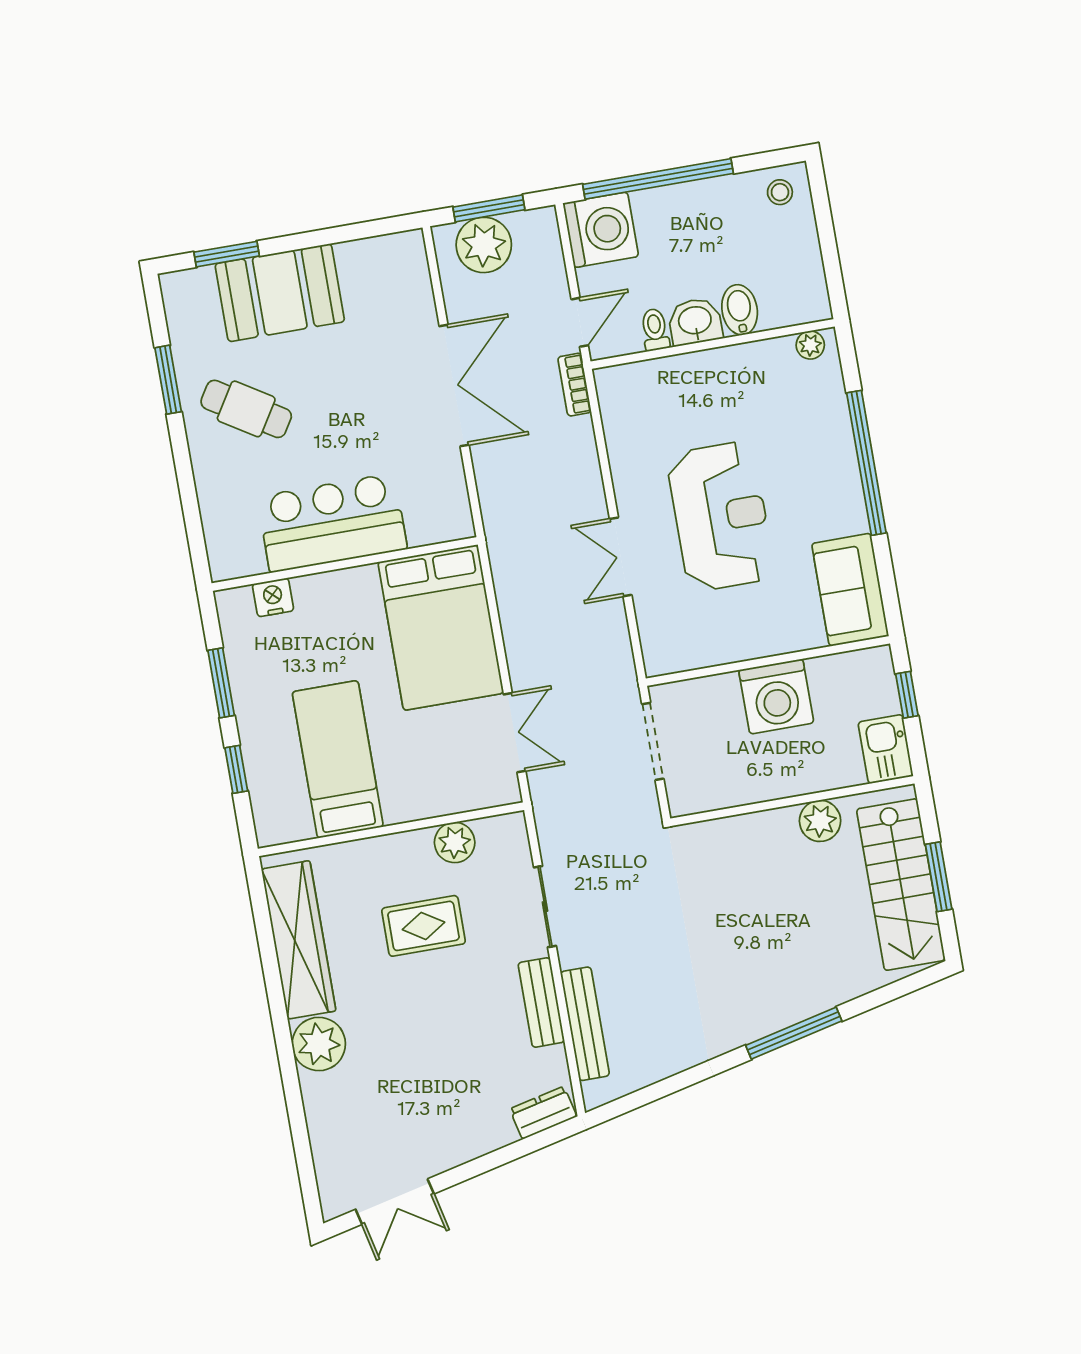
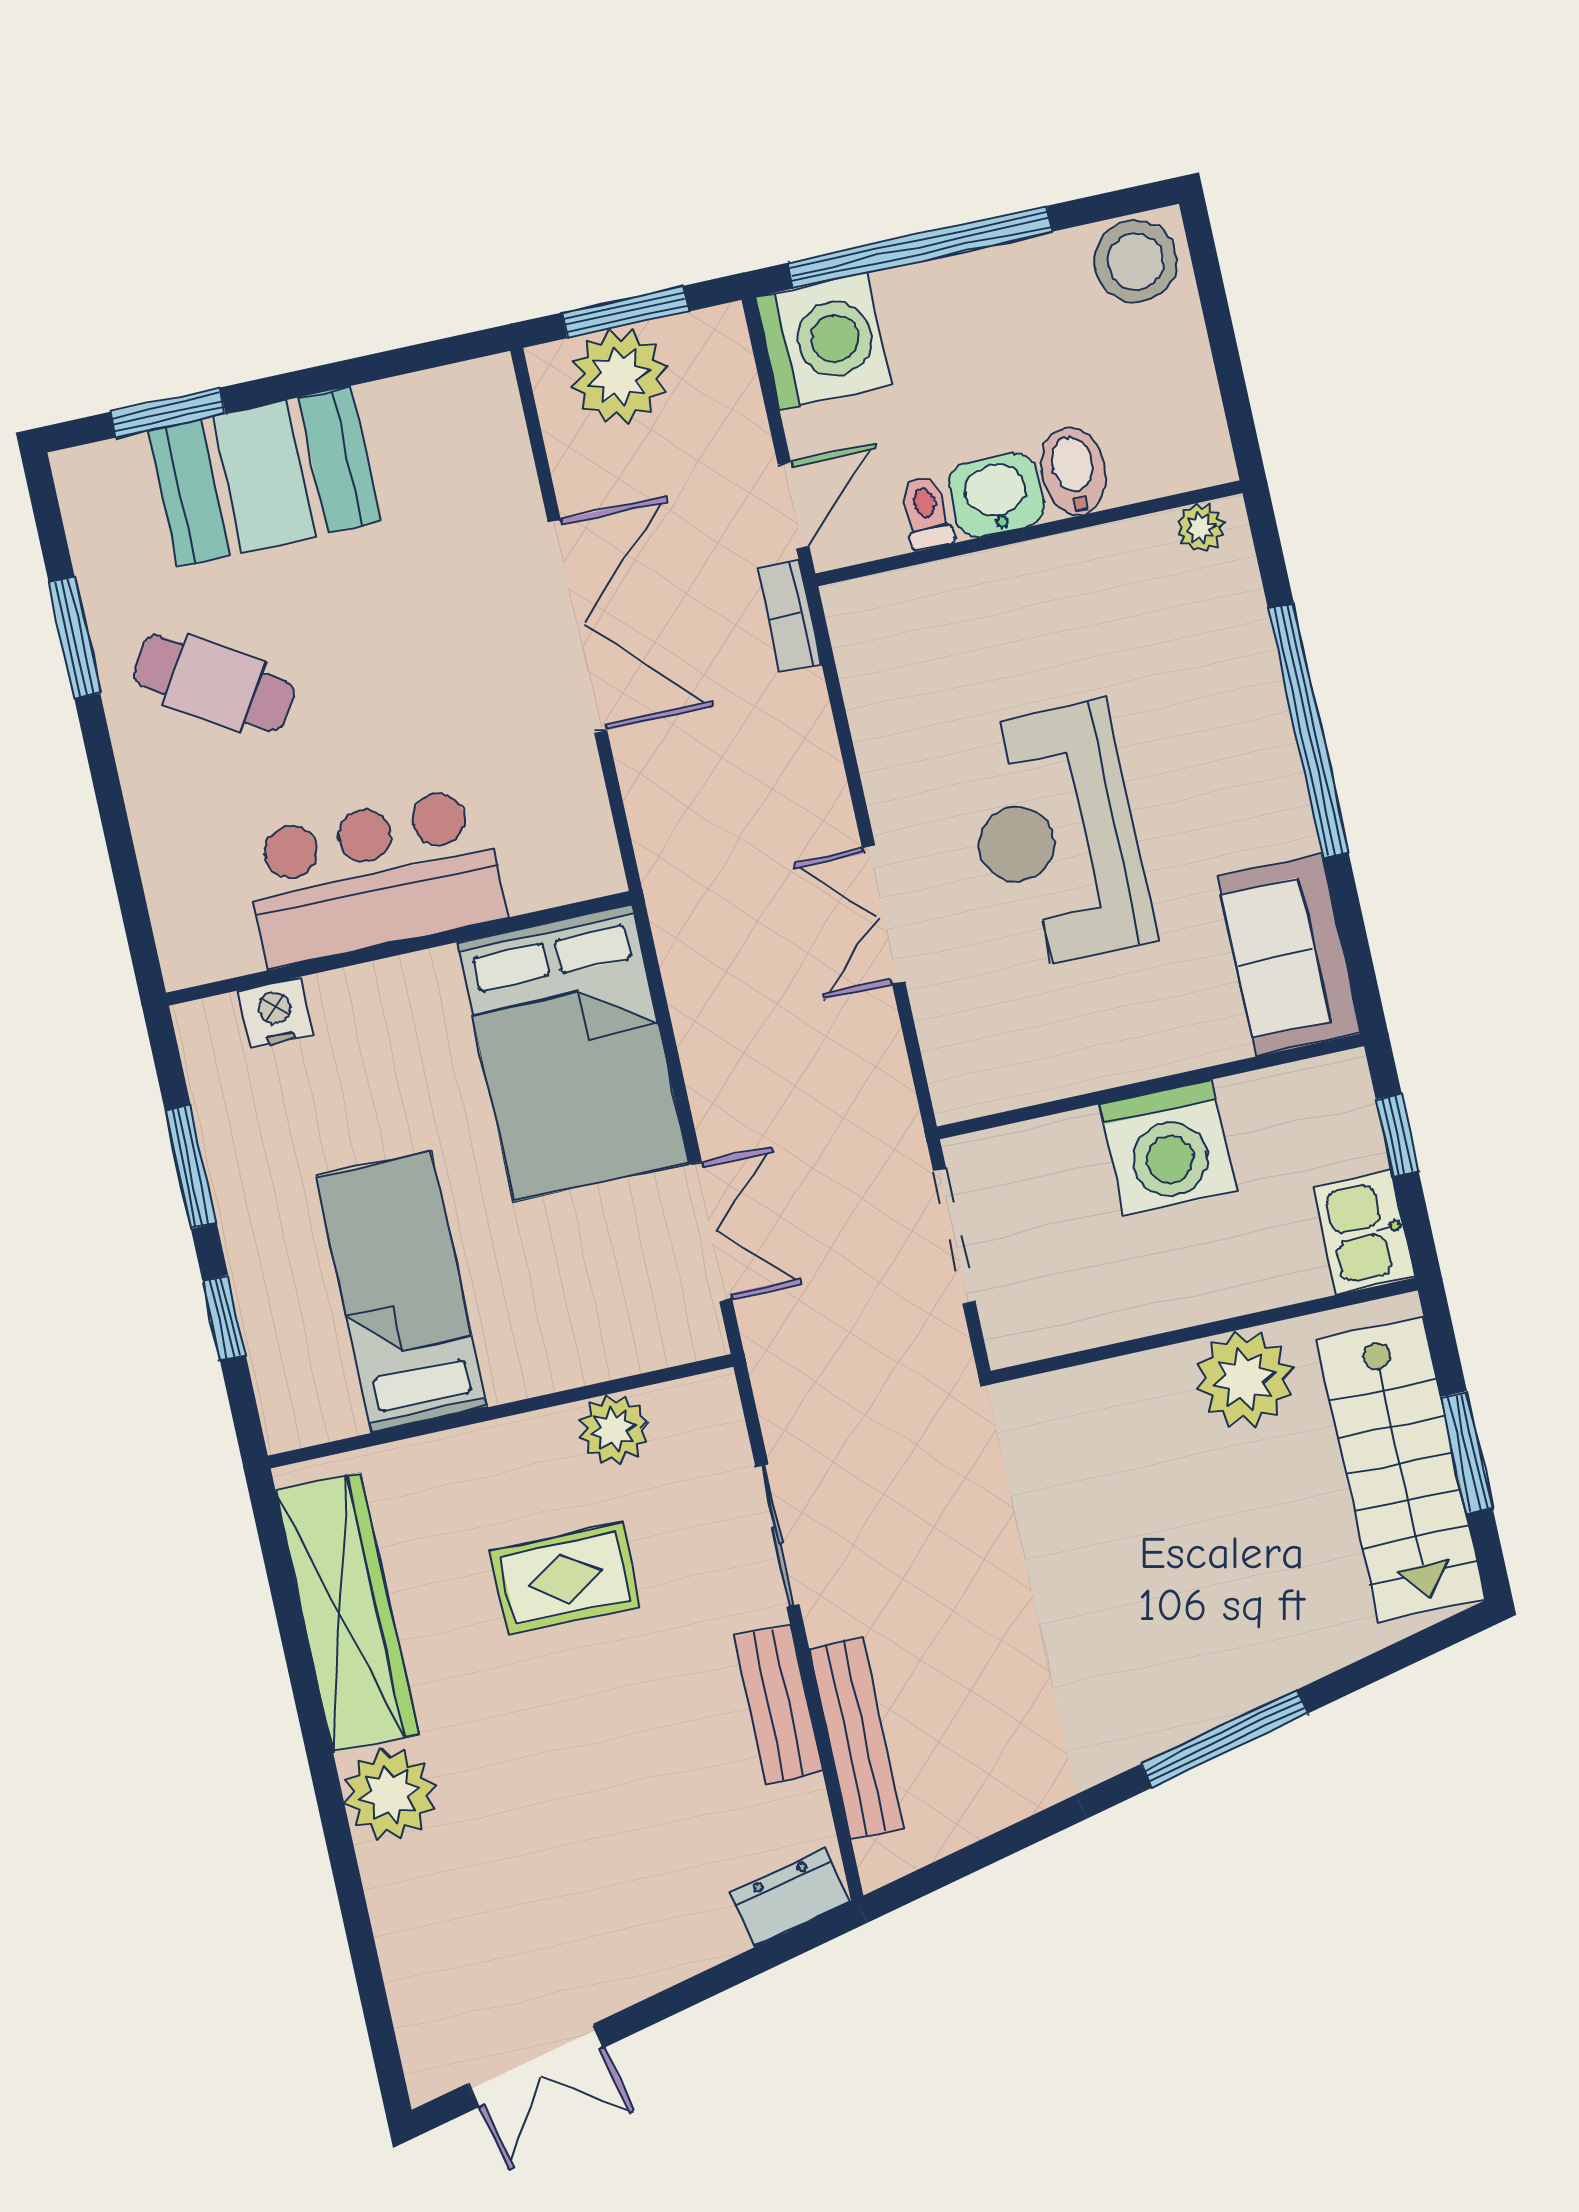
stool: (780, 192) -> (1136, 261), width x1.89, depth x1.89
reception desk: (721, 516) -> (1056, 836), turned 180
plant: (820, 821) -> (1244, 1379), width x1.36, depth x1.36

